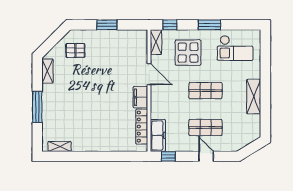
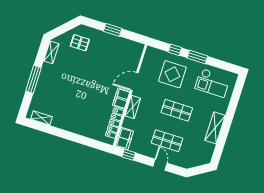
window: (170, 25) -> (175, 50), moved
shelving: (156, 42) -> (133, 107), moved
door: (149, 74) -> (134, 82), swing flipped
freezer: (158, 135) -> (124, 139), width x0.71

